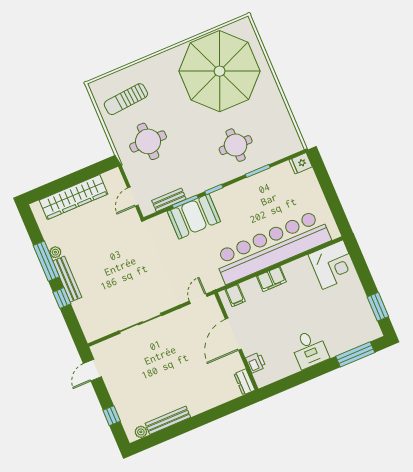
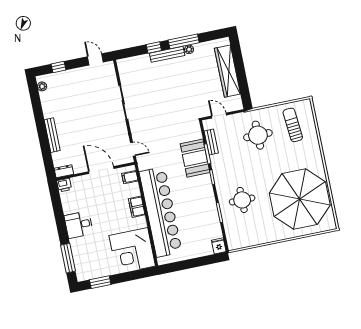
corner desk: (333, 265) -> (132, 251), width x1.36, depth x1.36
printer: (256, 363) -> (64, 185), moved
bench: (168, 420) -> (52, 135), moved

